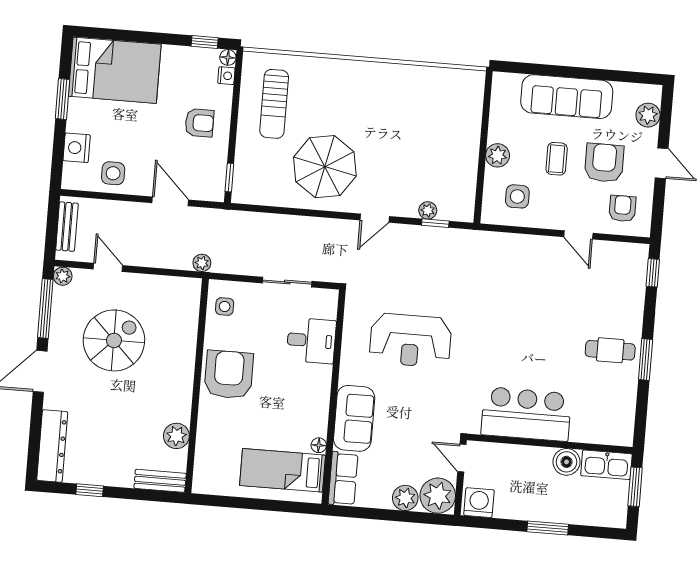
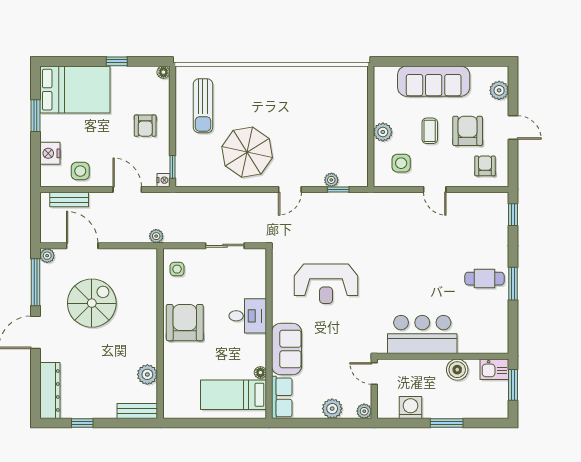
window: (205, 42) -> (117, 61), moved
nightstand: (226, 76) -> (163, 180), moved
armchair: (199, 123) -> (145, 126), turned 90
bench: (67, 227) -> (69, 200), moved, turned 90
door: (578, 235) -> (435, 190), moved
door: (108, 267) -> (82, 246), width x1.38
desk: (311, 341) -> (248, 316), moved
kitchen sink: (606, 465) -> (494, 369), width x0.73
plant: (438, 496) -> (364, 411), width x0.53, depth x0.53
washing machine: (479, 503) -> (410, 408), moved

